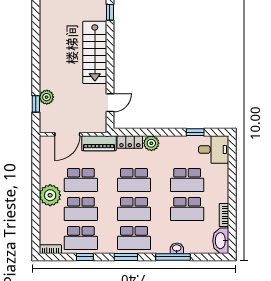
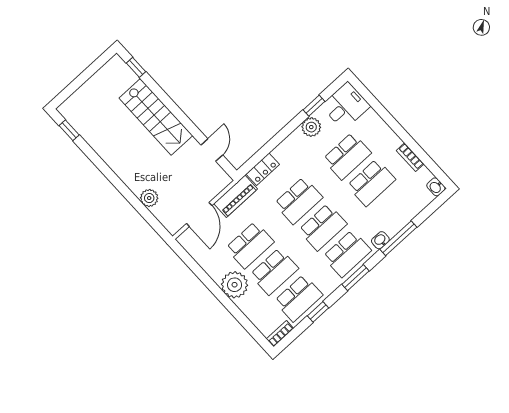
window: (36, 104) -> (69, 130), moved
plant: (151, 143) -> (311, 127), moved
washbasin: (221, 241) -> (436, 187), width x0.52, depth x0.69
washbasin: (177, 248) -> (380, 240), moved

